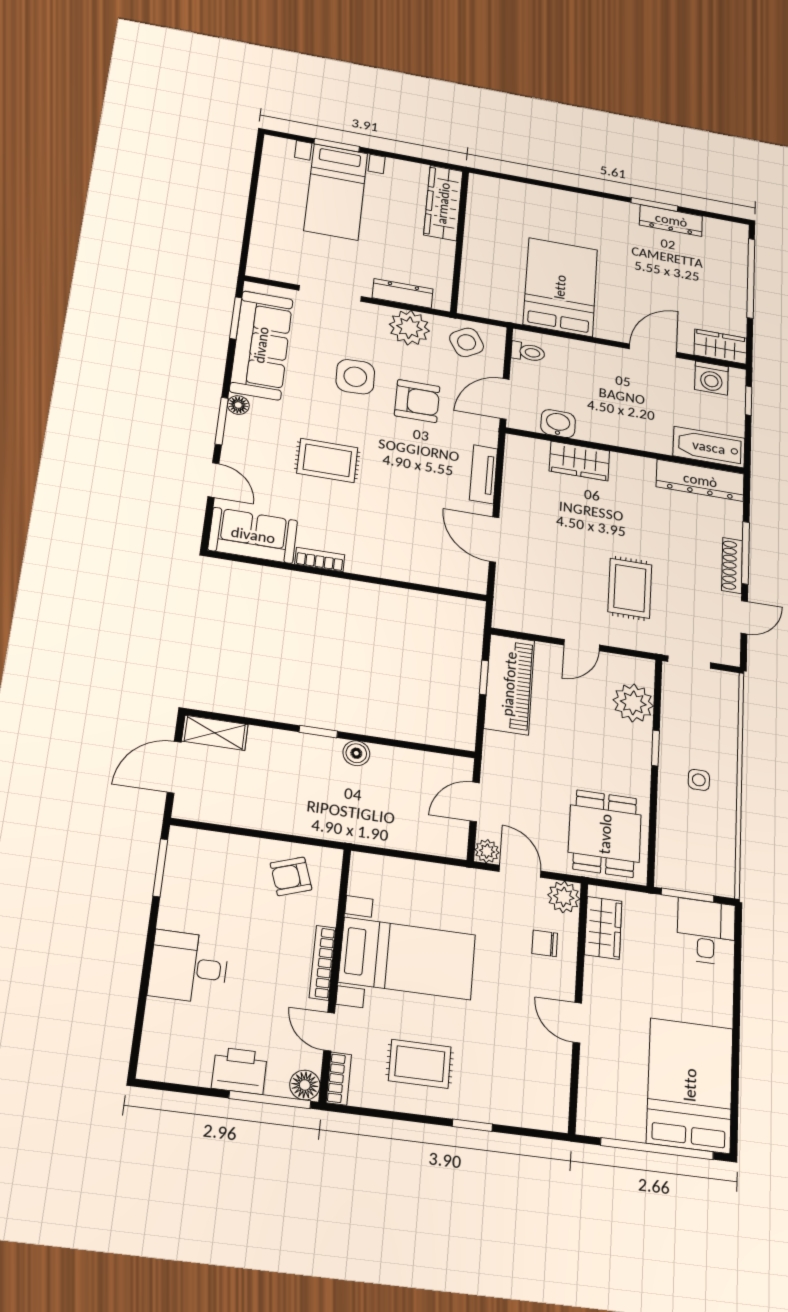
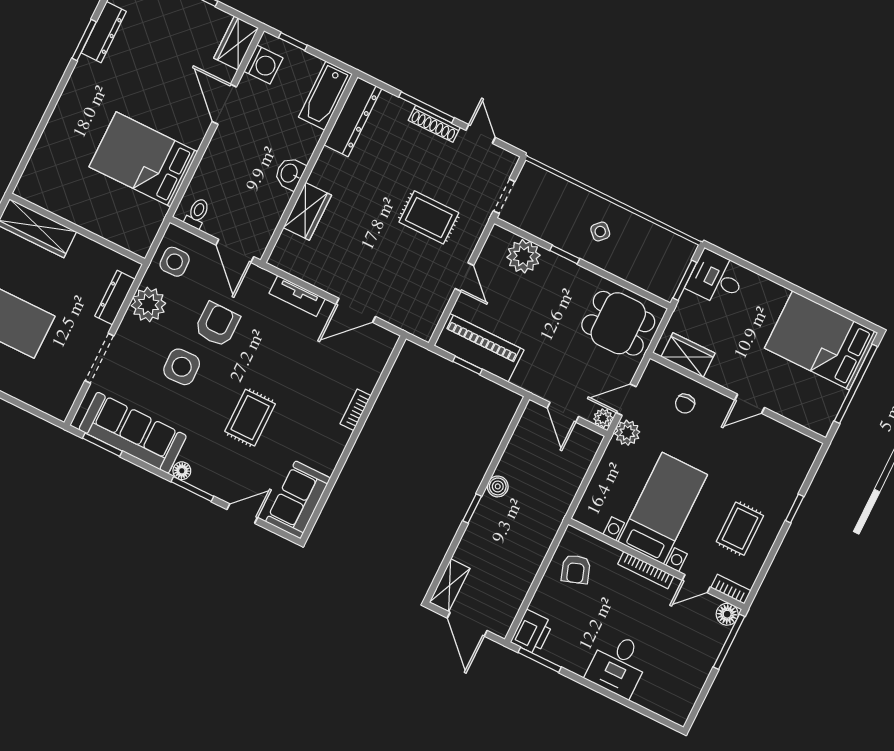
side table: (467, 342) -> (175, 262), turned 30
washbasin: (558, 424) -> (290, 173), moved
bookcase: (320, 559) -> (356, 410), moved
side table: (699, 780) -> (600, 232), turned 45
plant: (564, 897) -> (627, 433), moved
printer: (239, 1071) -> (532, 632), moved, turned 180

